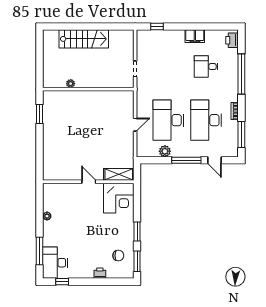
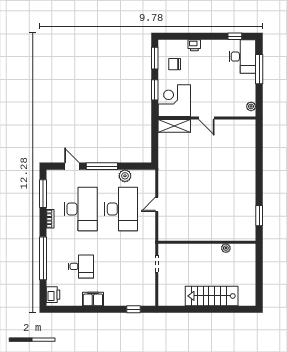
shelving: (119, 174) -> (174, 126), moved
wall: (88, 182) -> (207, 118), moved
door: (89, 182) -> (206, 118), moved
corner desk: (119, 198) -> (174, 101), moved

